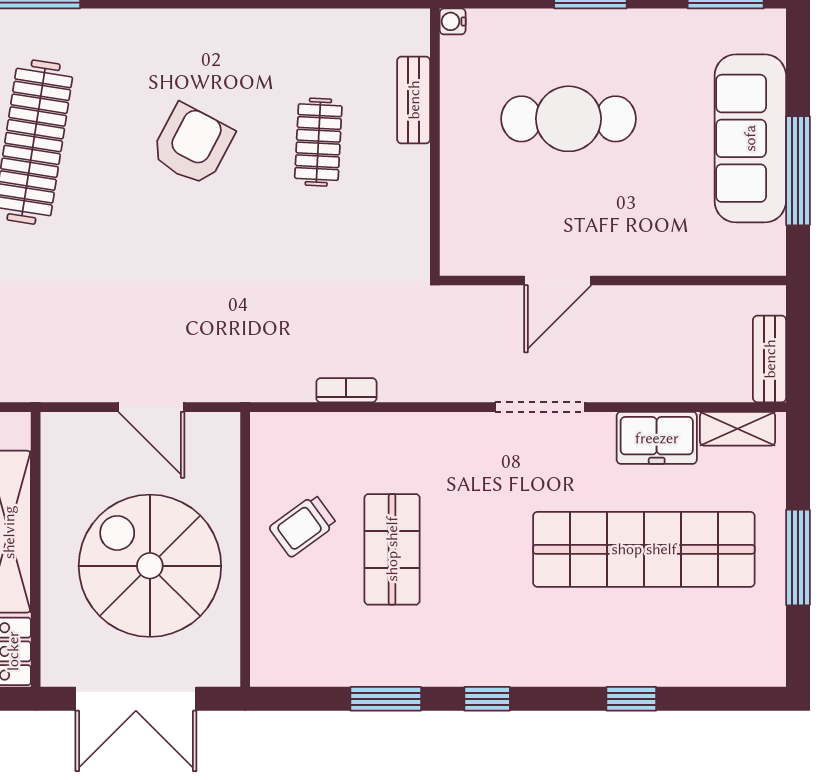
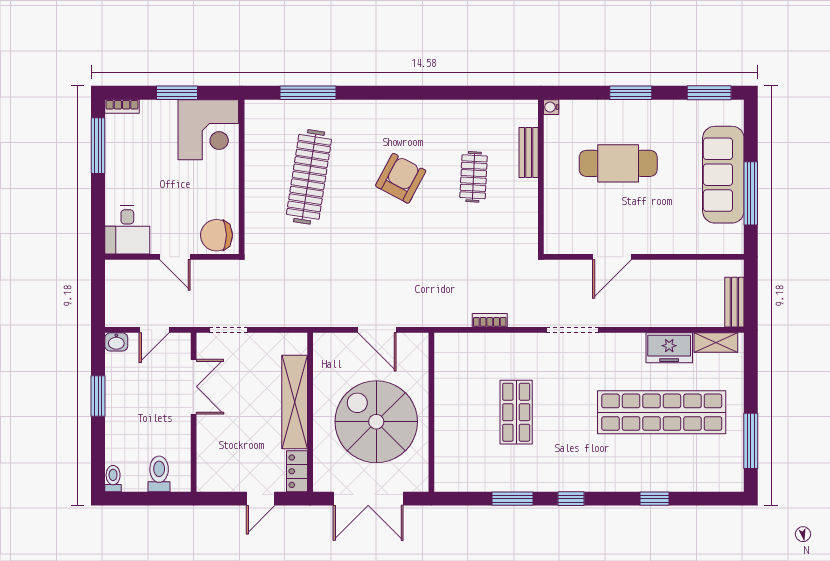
doorway: (540, 407) -> (572, 330), moved
trolley: (303, 526) -> (465, 399), removed
window: (798, 557) -> (751, 441), moved

